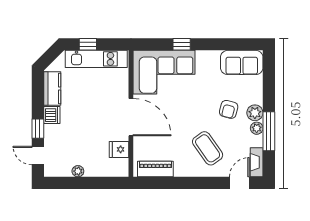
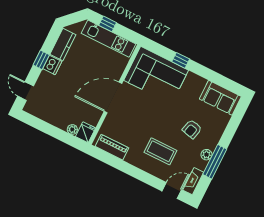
plant: (255, 113) -> (211, 142), removed
door: (131, 117) -> (113, 97), swing flipped
window: (38, 129) -> (41, 60), moved
coffee table: (208, 148) -> (160, 151), turned -55
fridge: (119, 149) -> (86, 132), moved, turned 90
plant: (78, 171) -> (72, 129), moved

